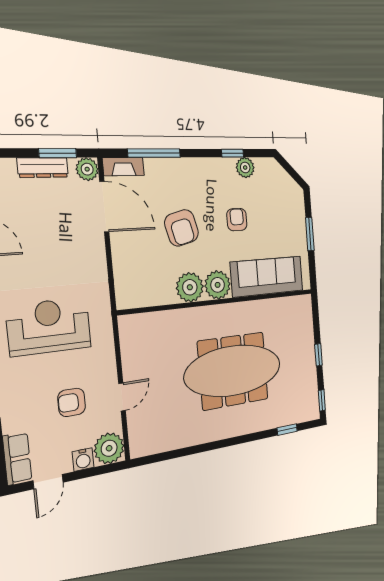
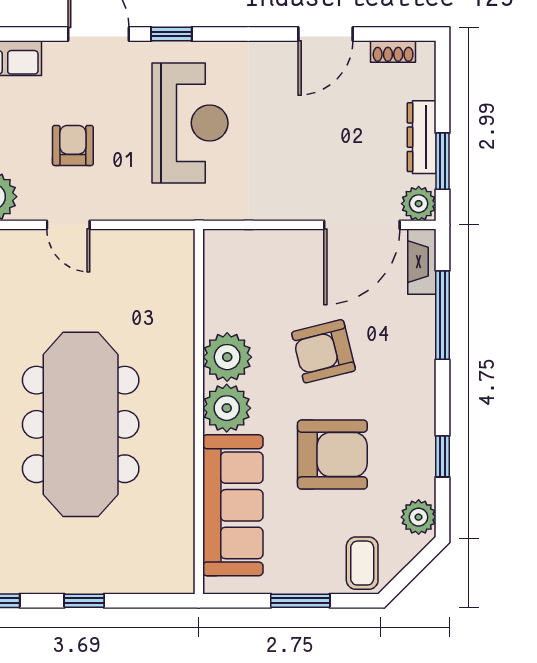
plant: (245, 168) -> (419, 517), moved
coffee table: (290, 200) -> (362, 563), added
armchair: (237, 220) -> (332, 455), width x1.88, depth x1.88

